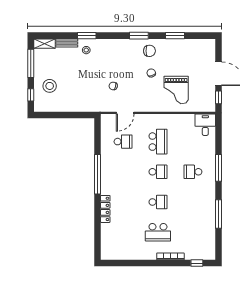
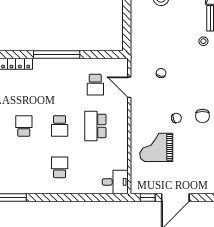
school desk: (158, 142) -> (95, 126), turned 90
window: (218, 168) -> (64, 198), removed
school desk: (158, 202) -> (24, 126), turned 180

